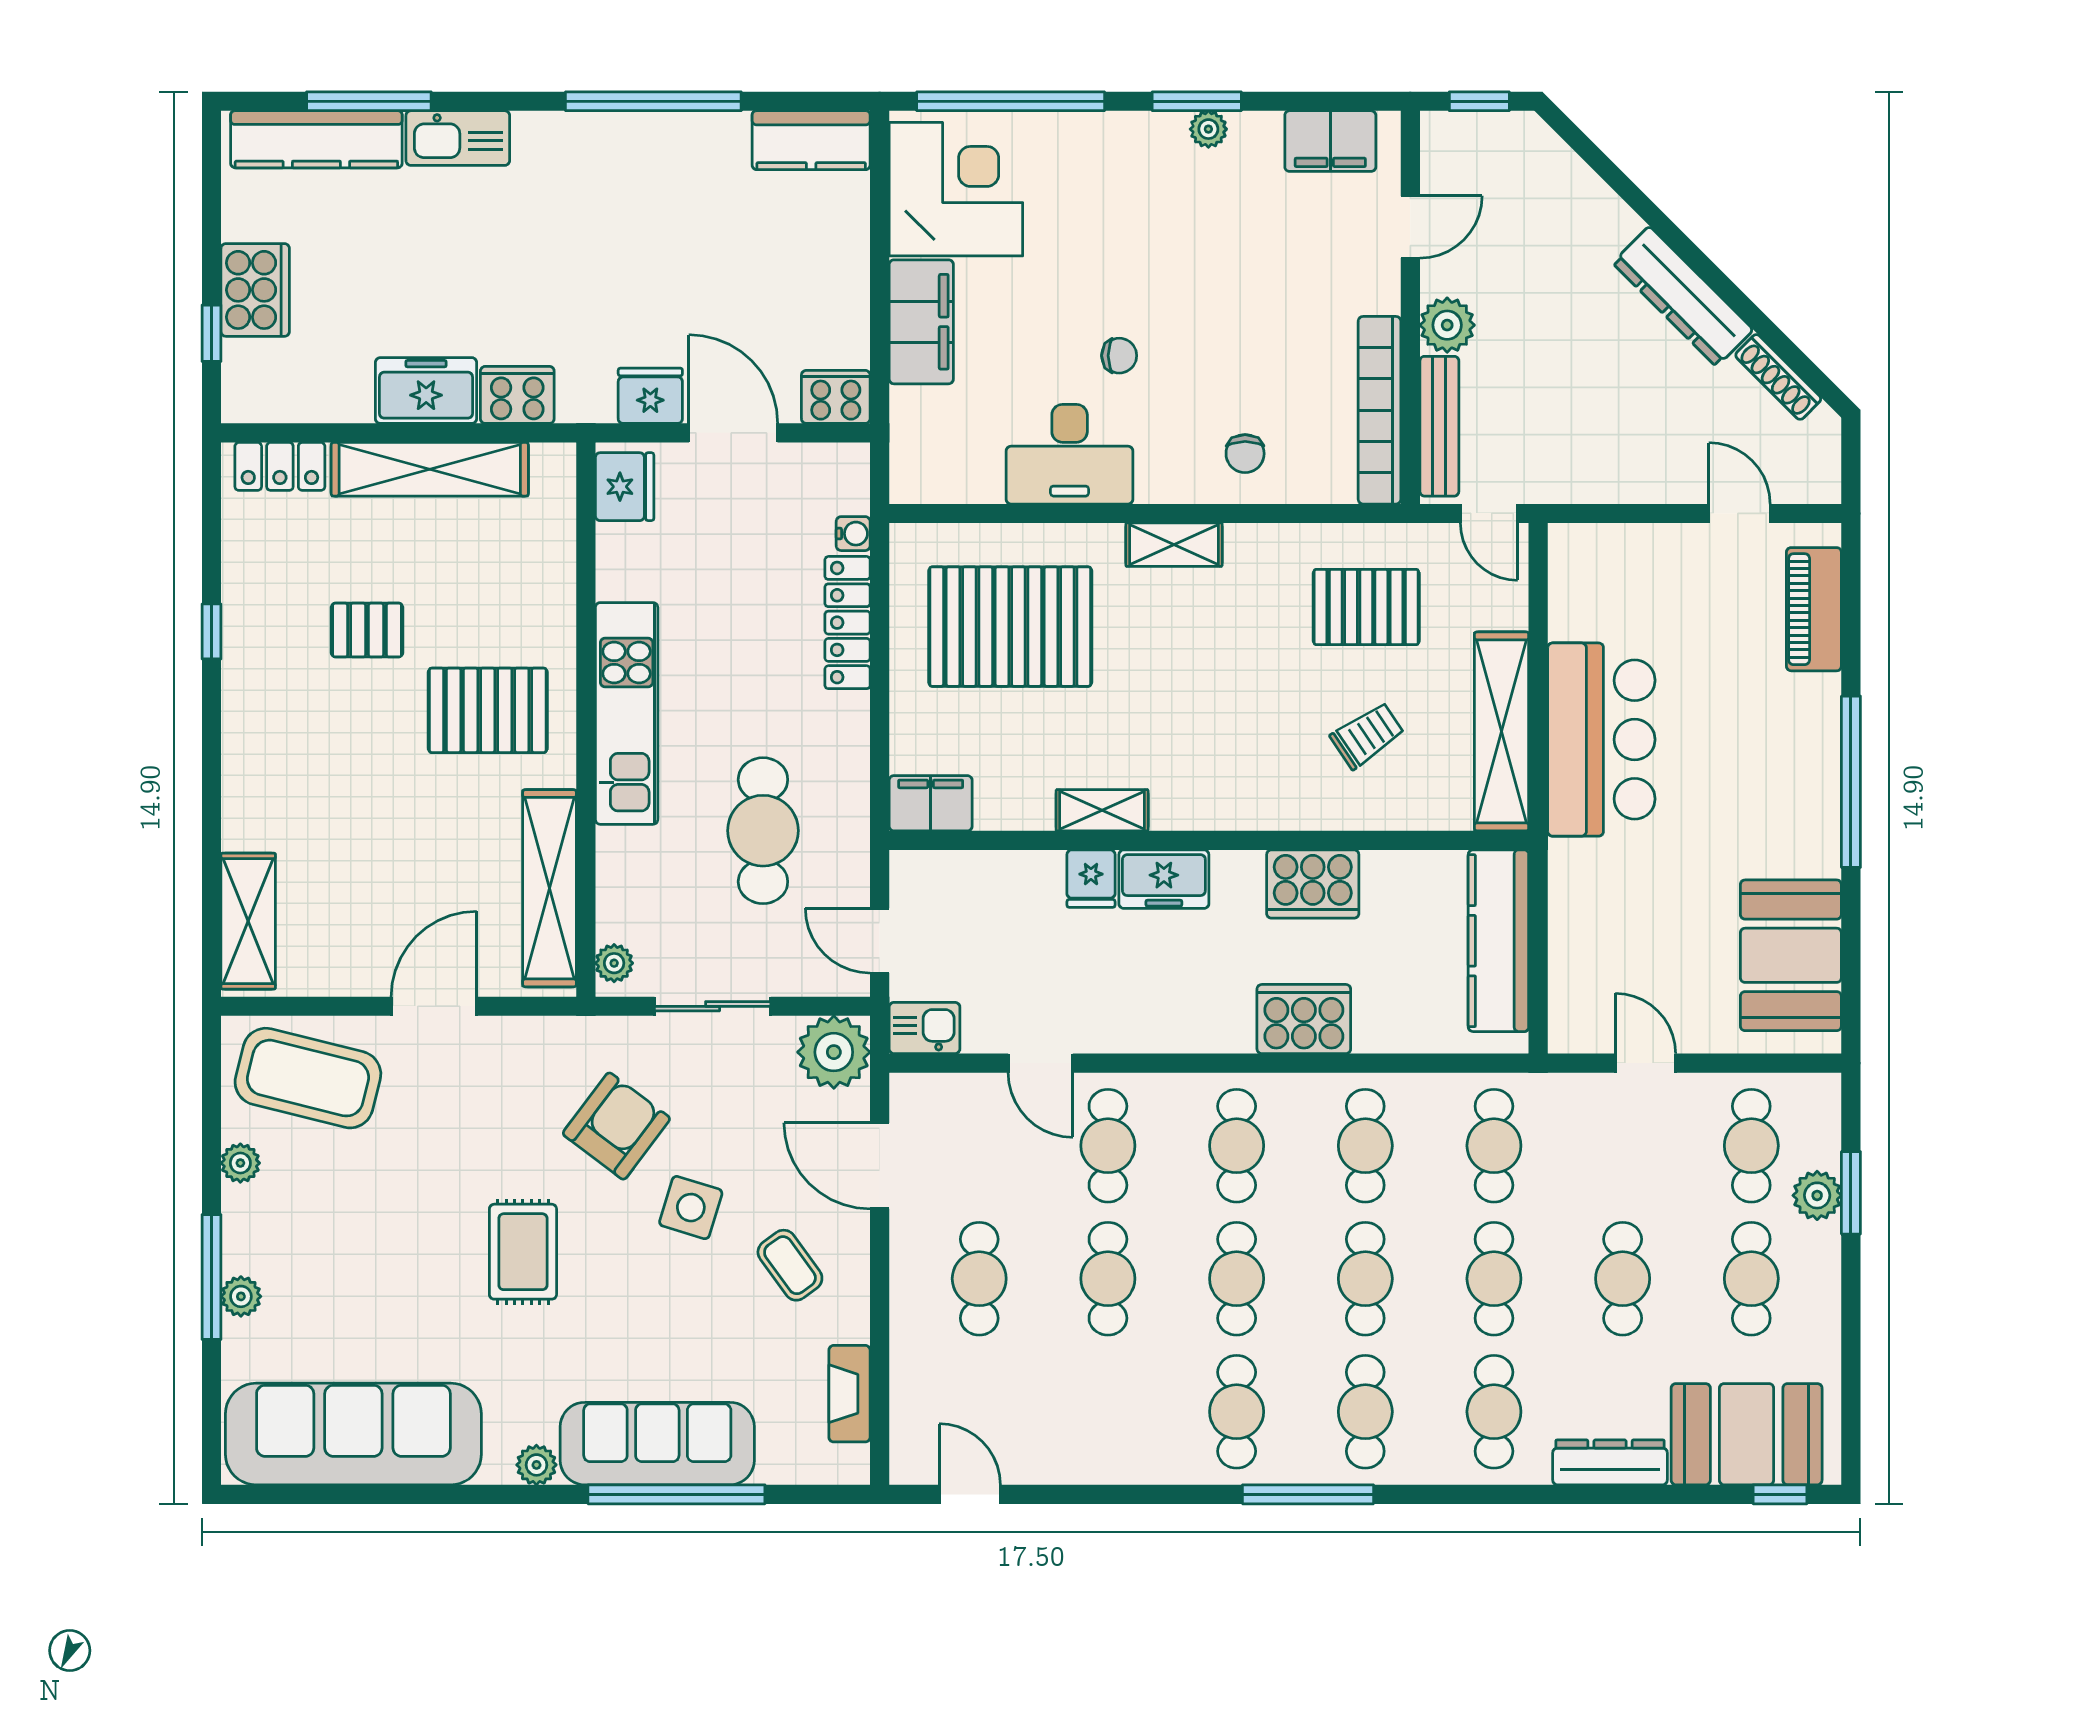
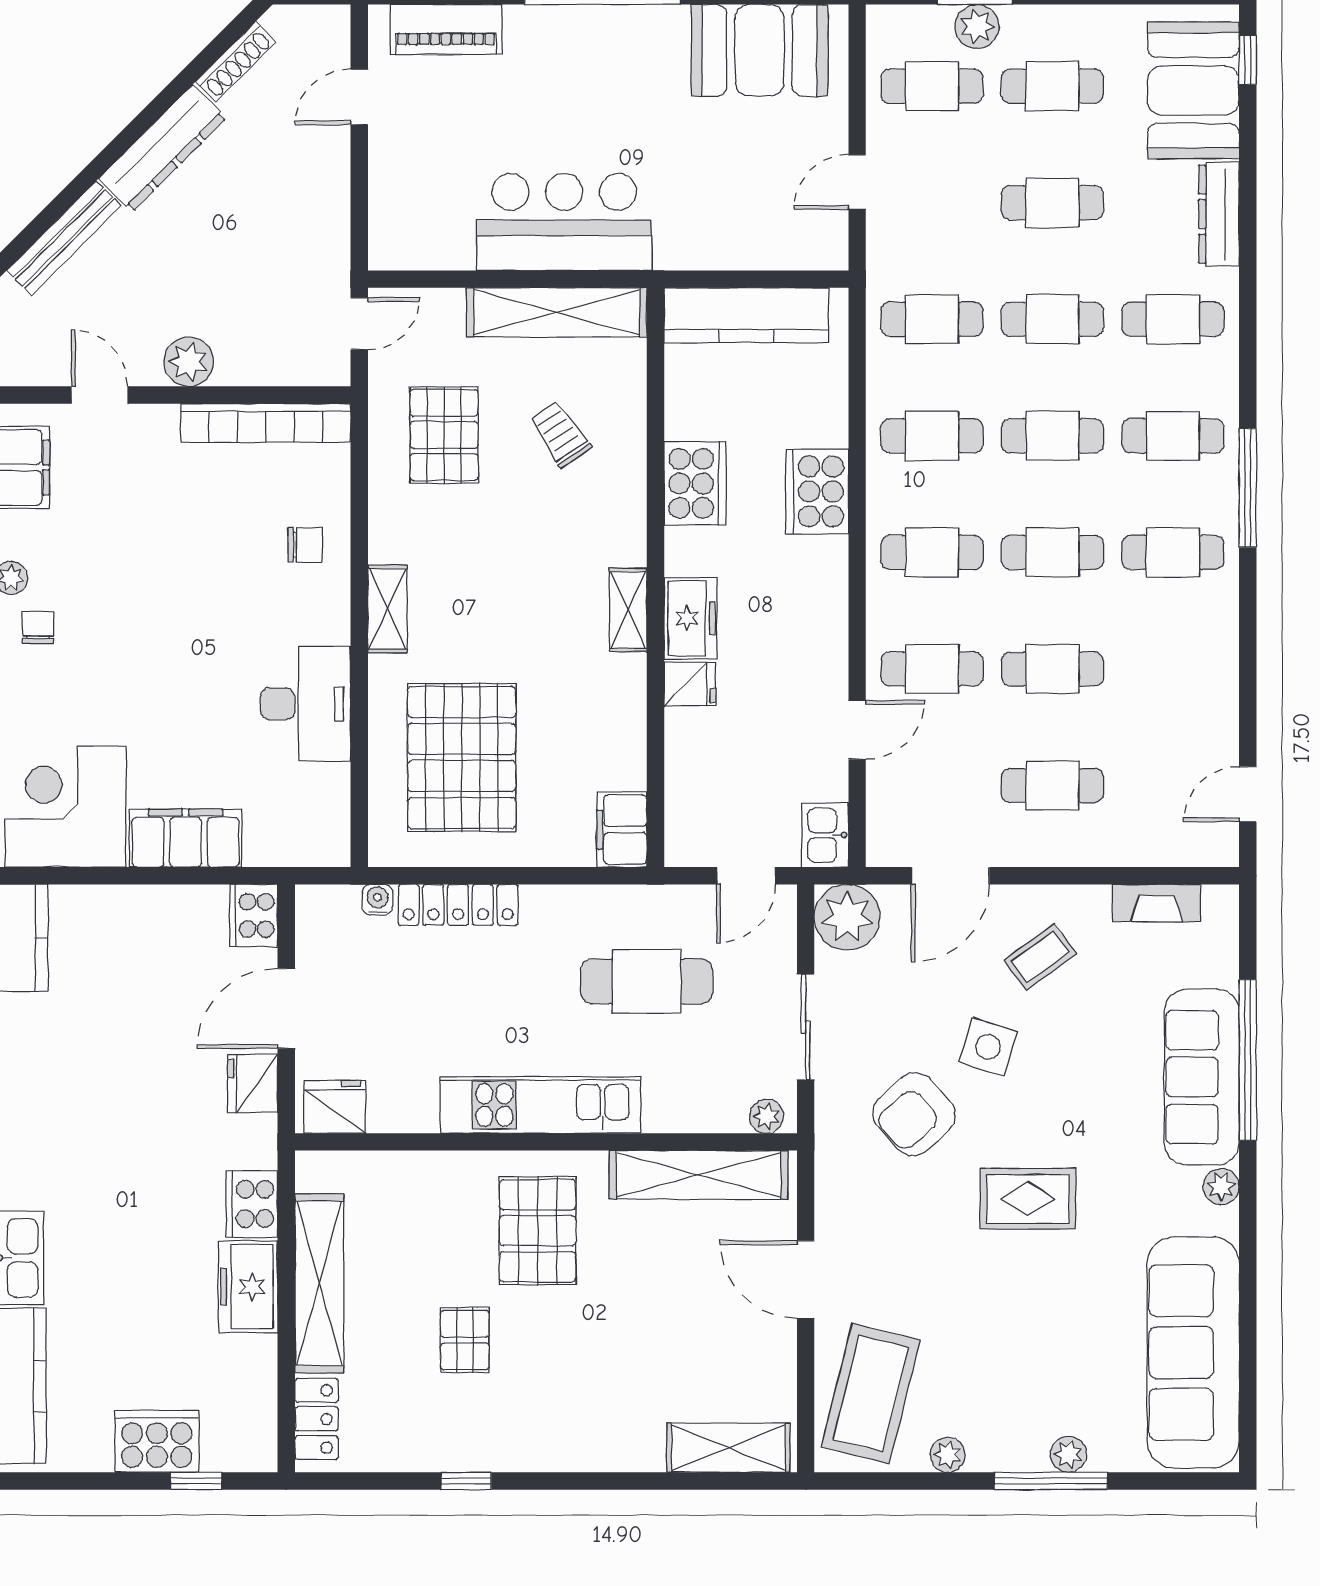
chair: (1119, 356) -> (38, 628), moved
bench: (1439, 426) -> (64, 238), moved, turned -45
shelving: (1102, 810) -> (628, 610), moved
armchair: (616, 1126) -> (914, 1114), turned -79

